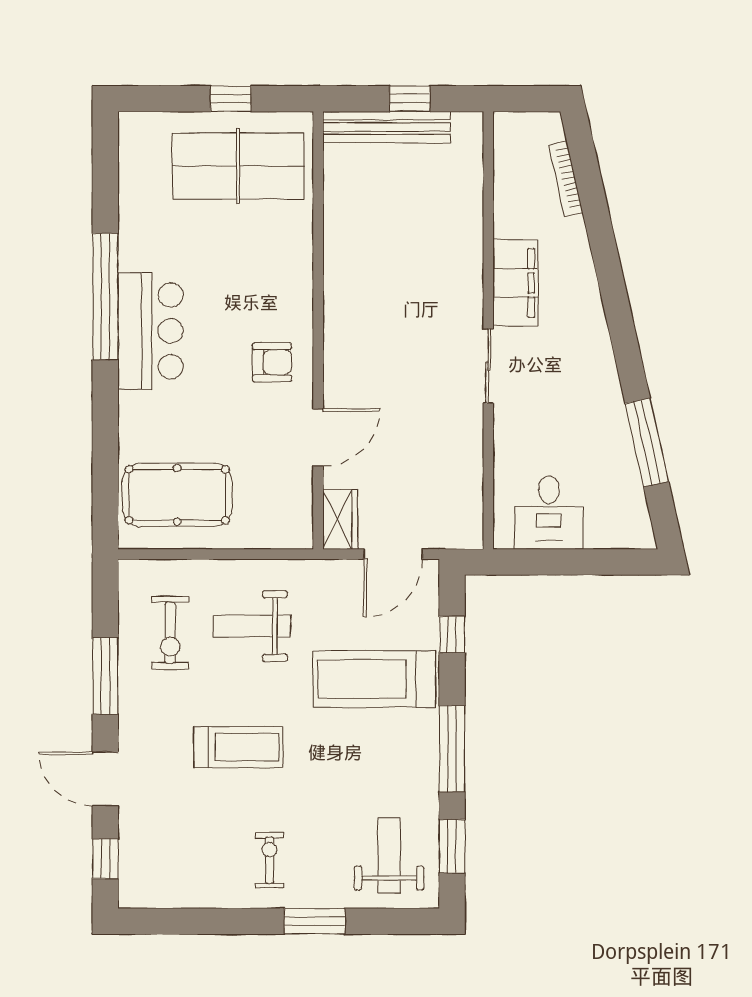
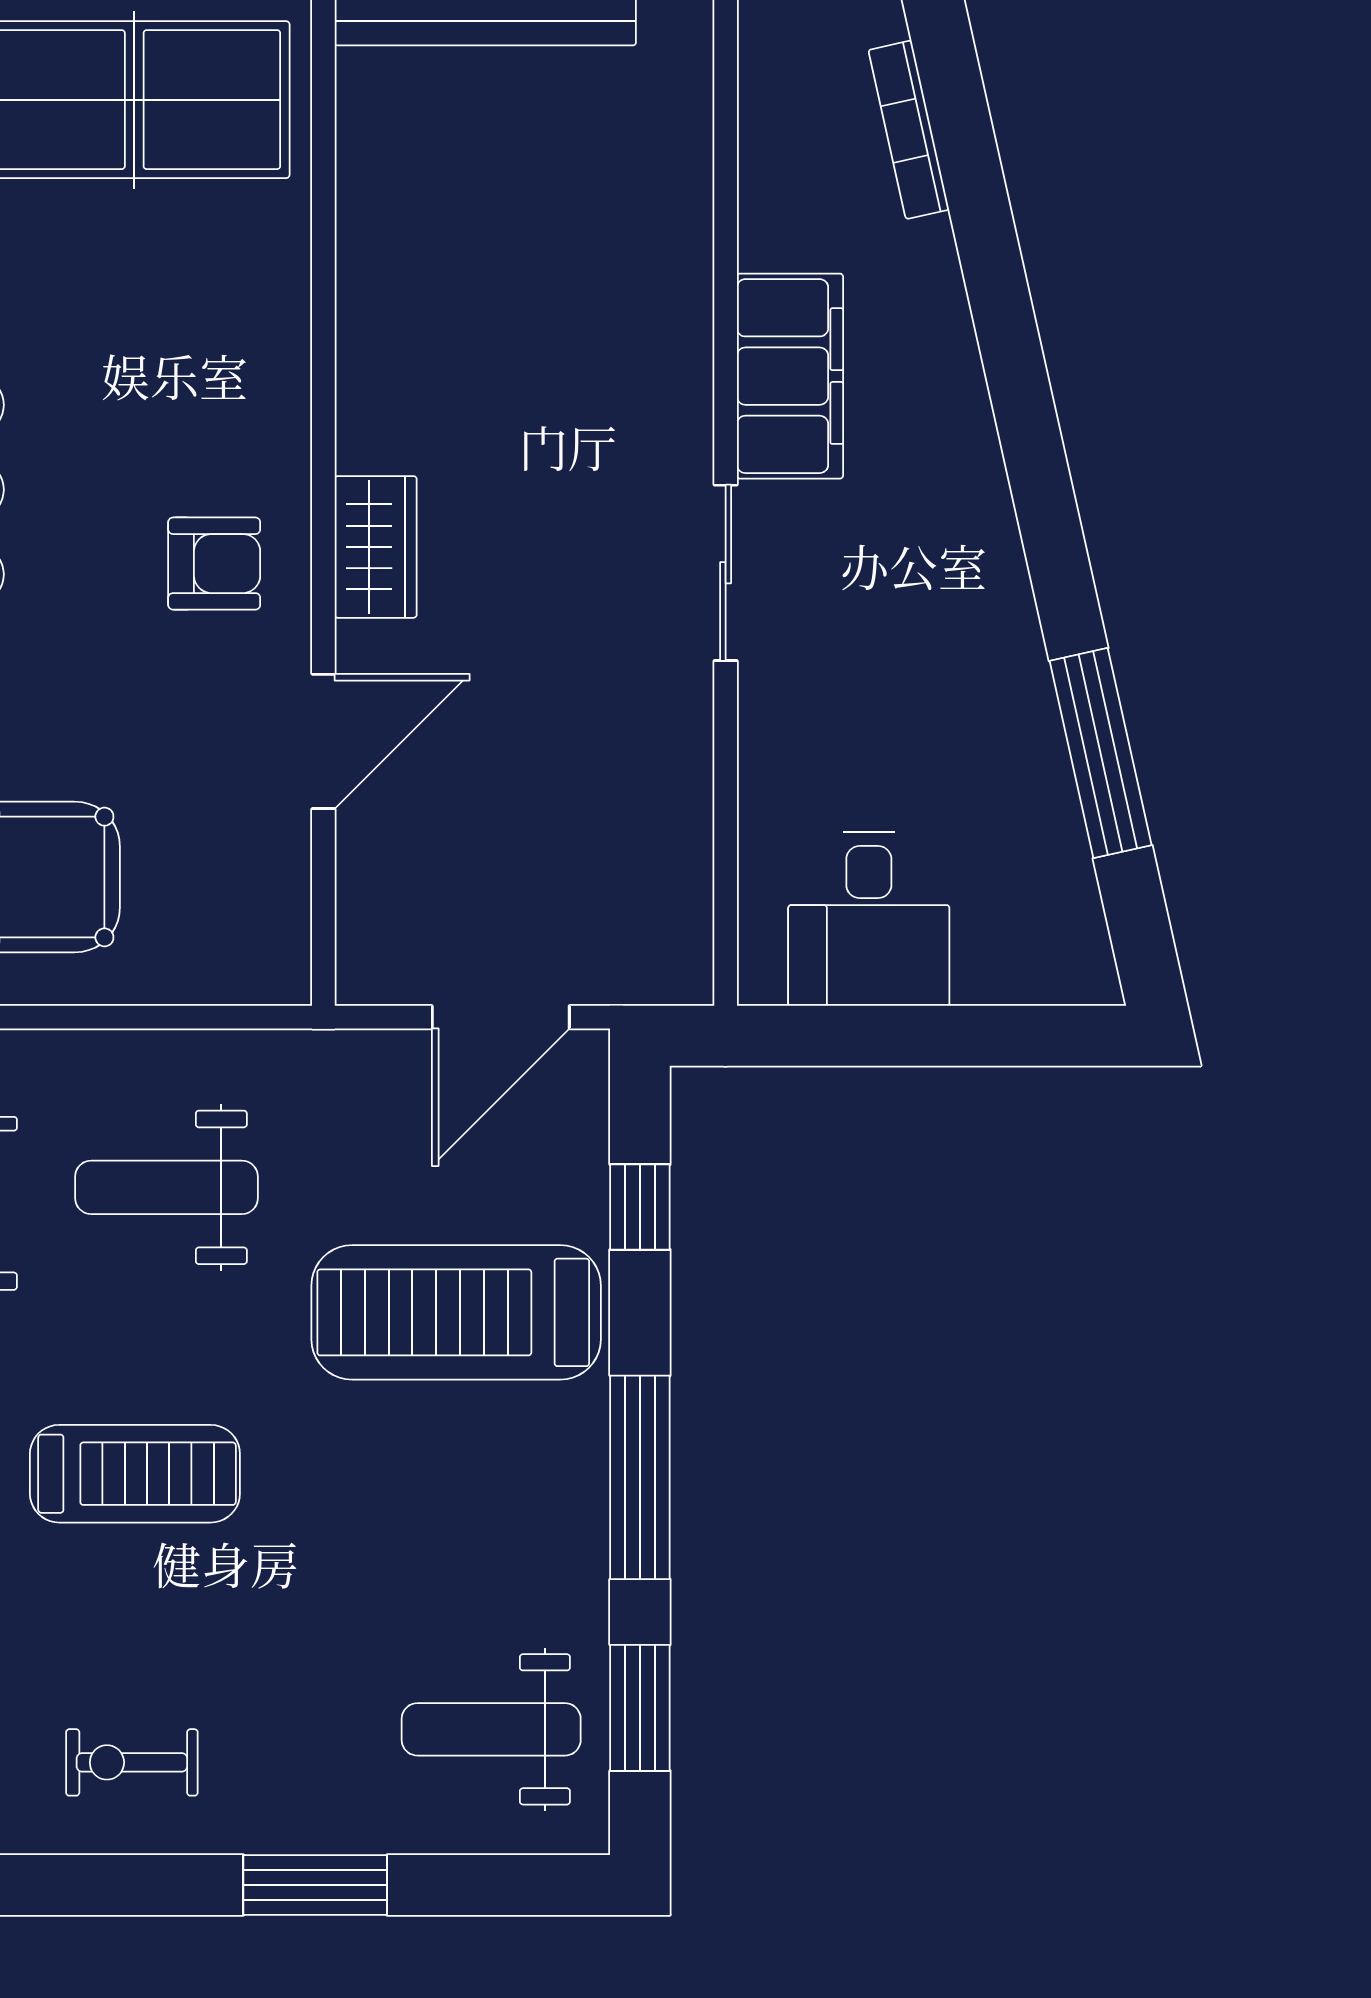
wardrobe: (340, 519) -> (376, 547), moved
weight bench: (389, 855) -> (491, 1729), turned -90
exercise bike: (269, 860) -> (132, 1762), moved, turned -90

